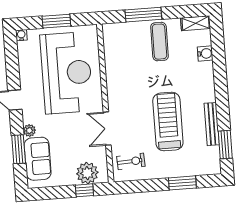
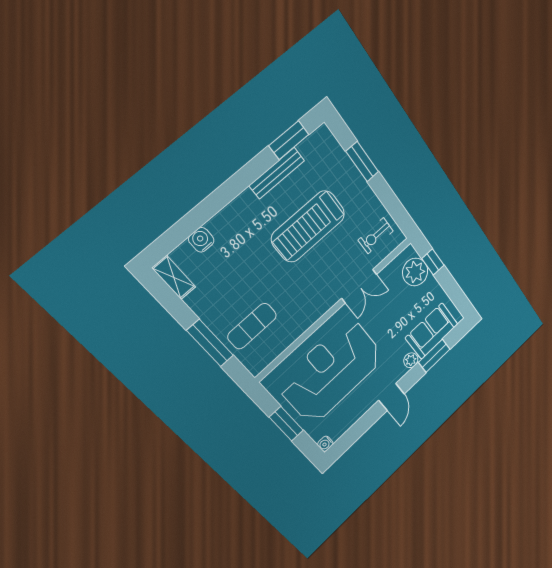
exercise mat: (159, 42) -> (252, 326), moved
exercise bike: (131, 161) -> (376, 236), turned -87

